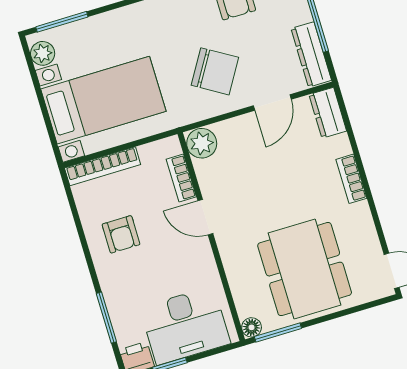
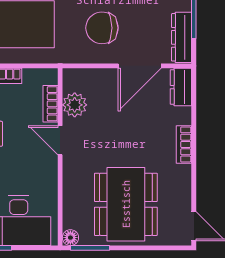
chair: (215, 71) -> (102, 28), turned 149
door: (272, 102) -> (140, 66), width x1.38
plant: (202, 143) -> (75, 105), moved

